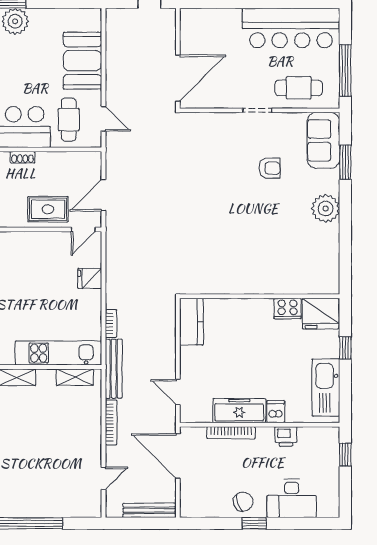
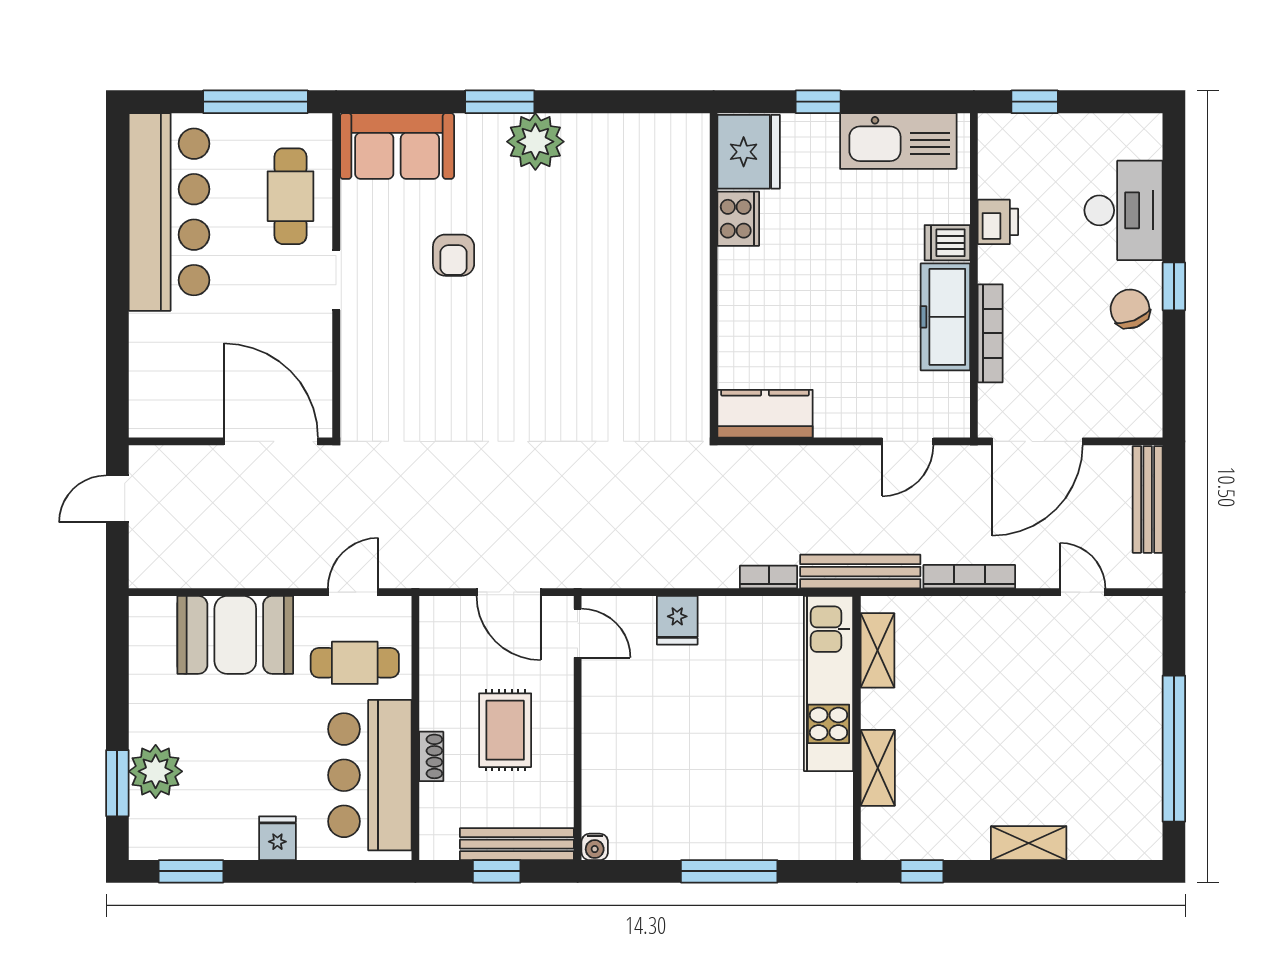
window: (345, 162) -> (500, 102), moved
armchair: (270, 168) -> (454, 255), turned 180
rug: (48, 209) -> (505, 730), moved

